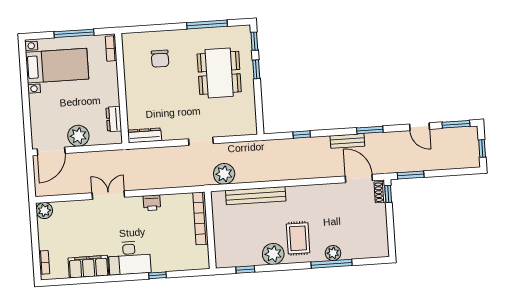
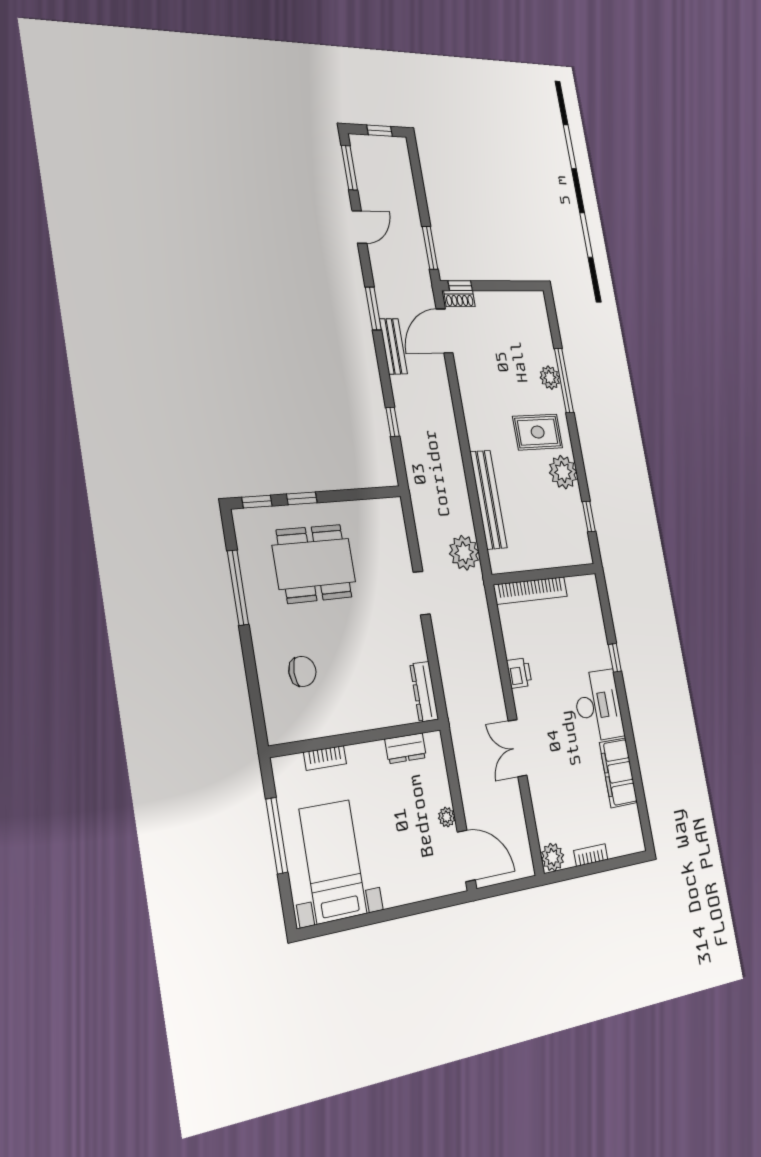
bookcase: (111, 48) -> (325, 758), moved
plant: (78, 136) -> (447, 817), width x0.53, depth x0.53
bookcase: (44, 262) -> (591, 855), moved

